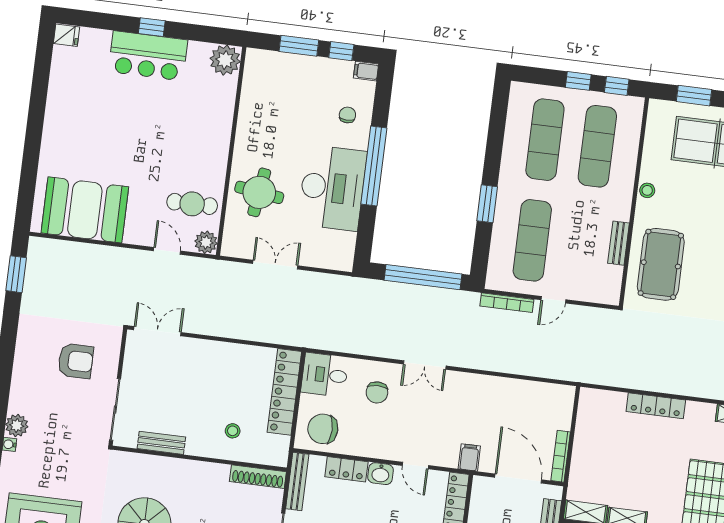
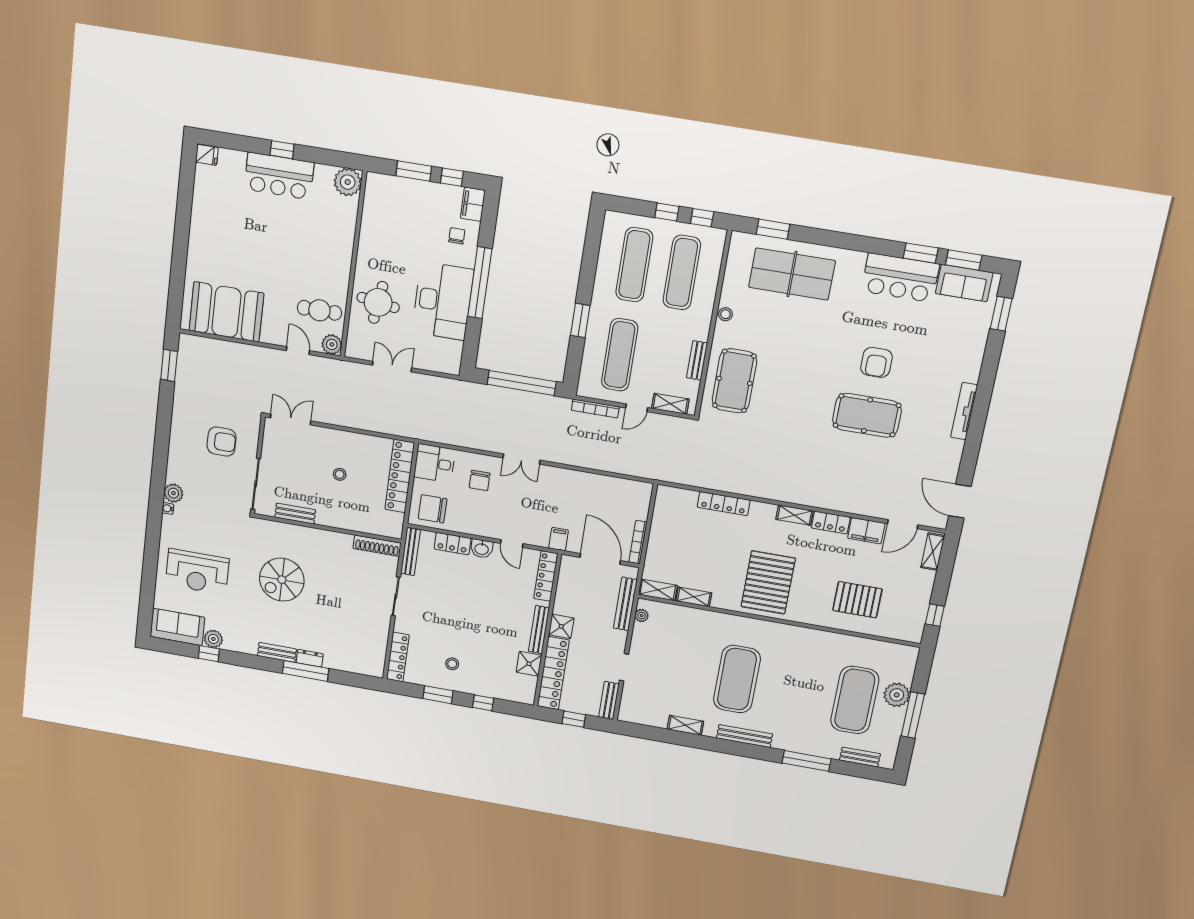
filing cabinet: (366, 71) -> (473, 204), width x2.00
shelving: (591, 293) -> (670, 404), added
stool: (233, 431) -> (340, 474), moved

